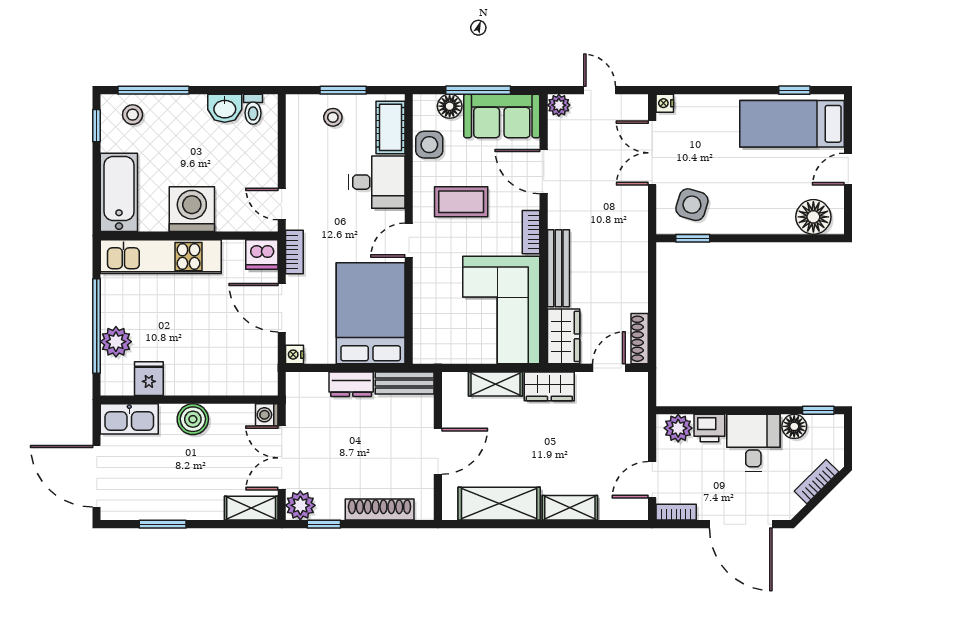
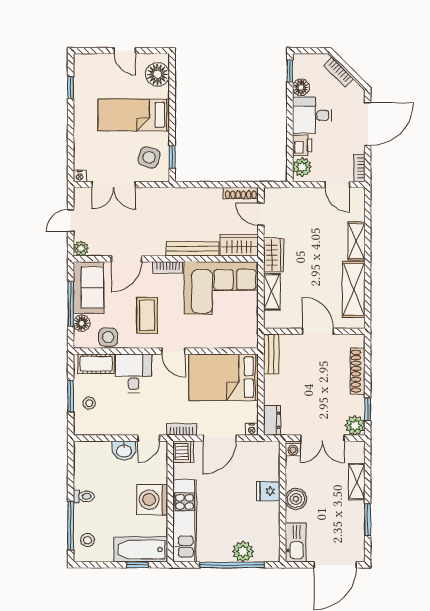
washbasin: (225, 108) -> (124, 451), moved, turned 90
toilet: (253, 109) -> (84, 496), moved
bed: (792, 124) -> (134, 115), moved, turned 90
window: (97, 126) -> (137, 565), moved
fridge: (149, 379) -> (268, 491), moved
dresser: (351, 384) -> (272, 420), moved
shelving: (251, 508) -> (357, 482), moved

